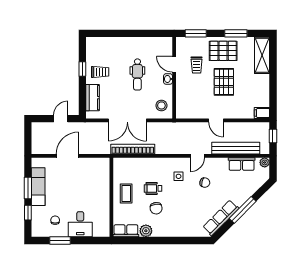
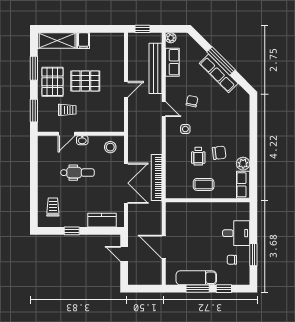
trolley: (100, 72) -> (53, 207), moved
filing cabinet: (262, 113) -> (84, 41), moved
row of seats: (221, 218) -> (219, 73), moved

